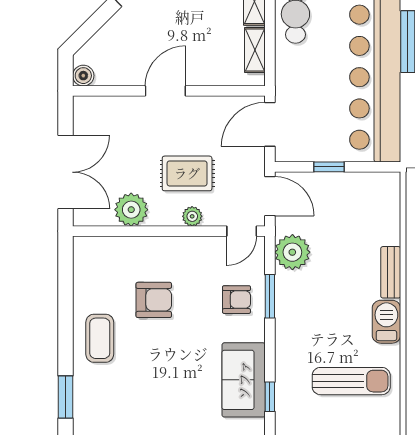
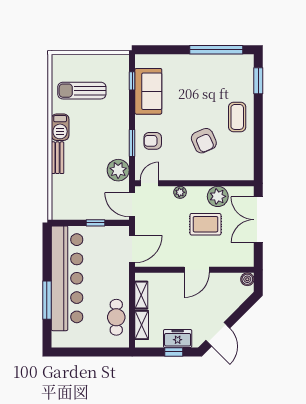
rug: (187, 173) -> (205, 224), moved
armchair: (154, 300) -> (204, 141), turned -114

